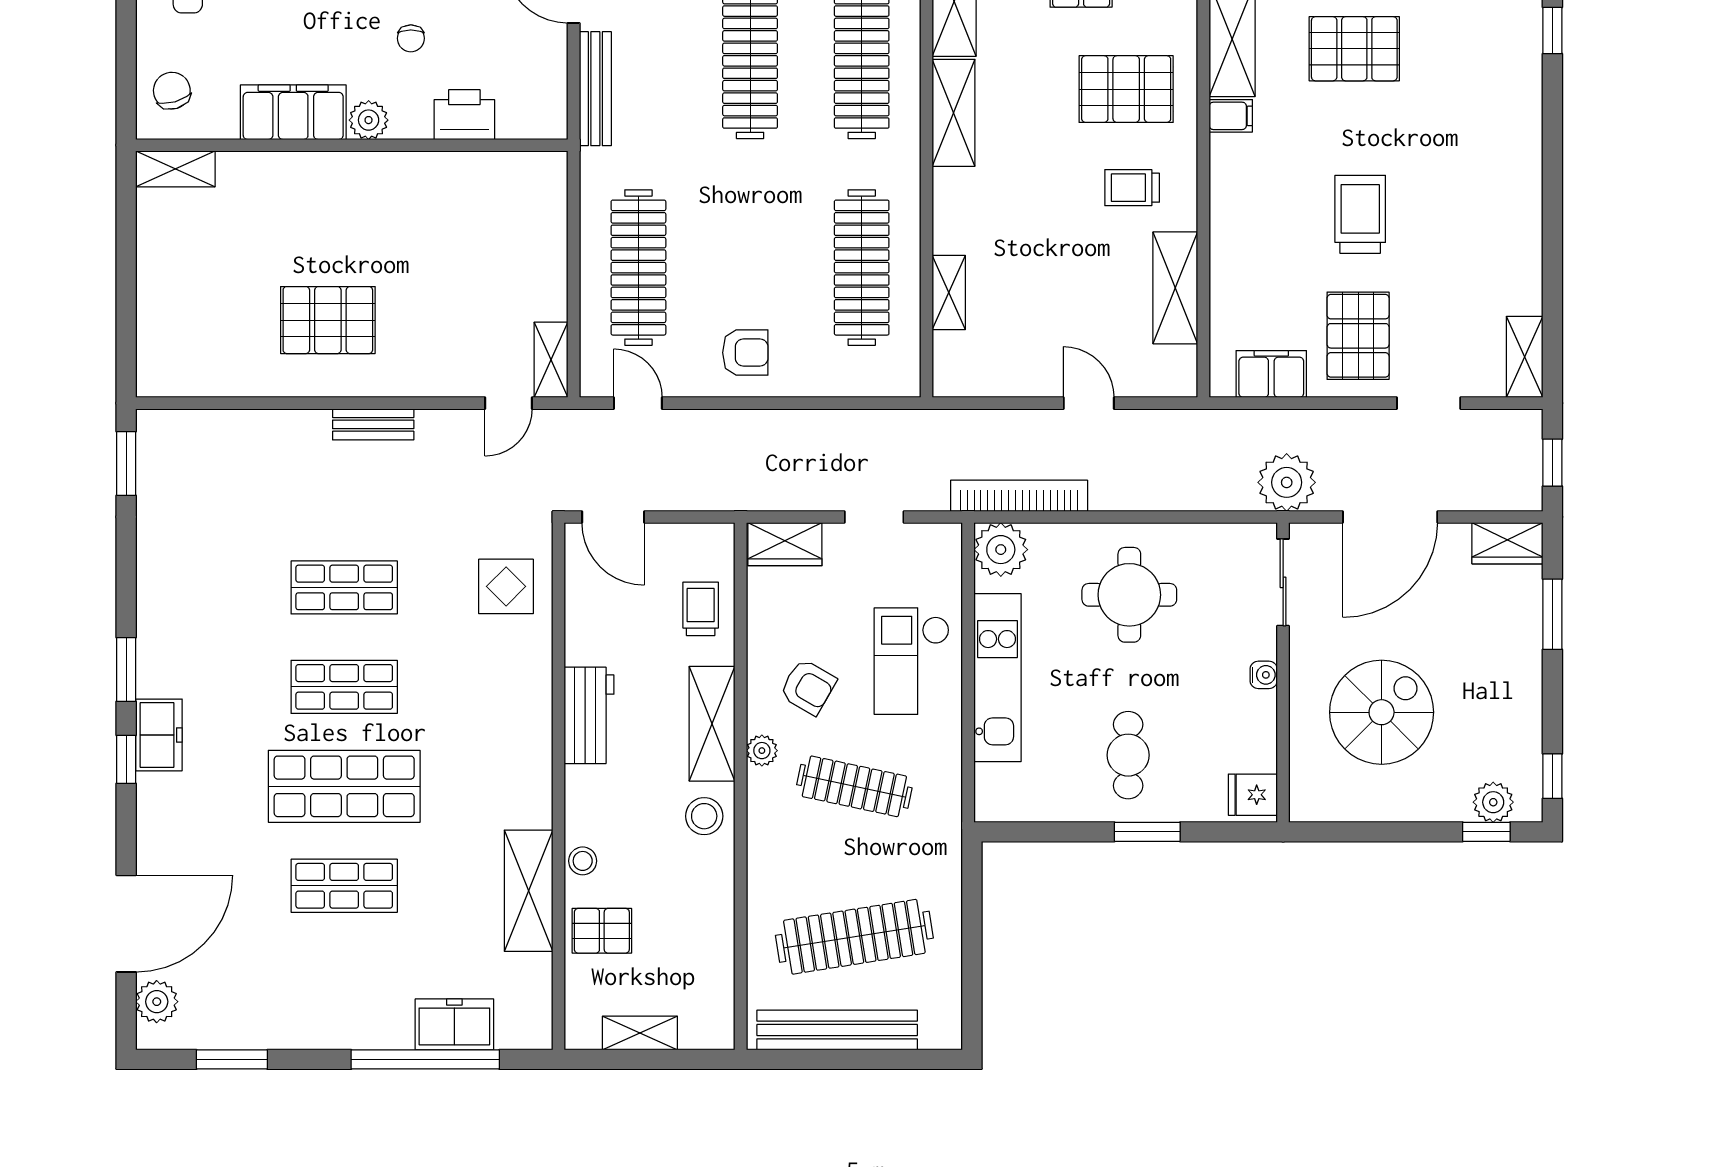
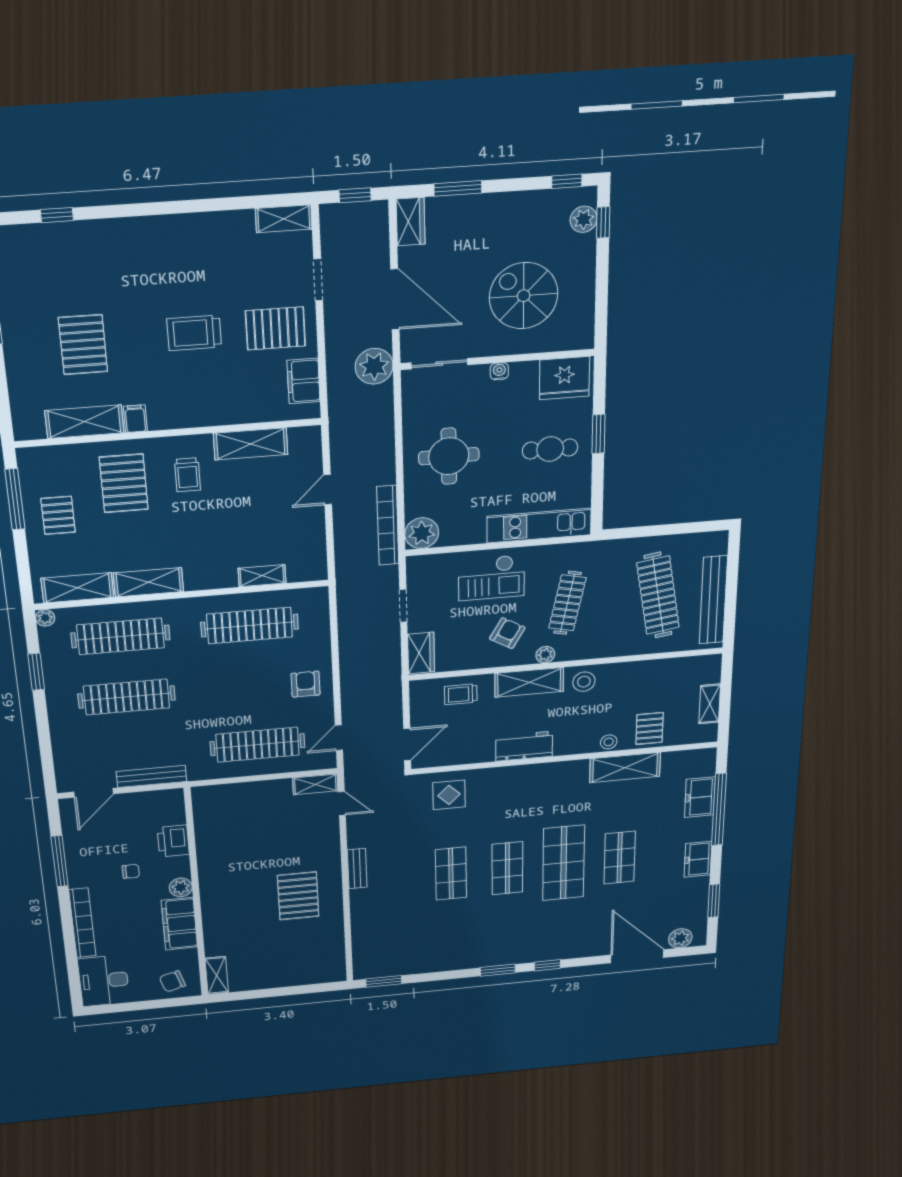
kitchen unit: (998, 678) -> (539, 526), moved
freezer: (159, 735) -> (698, 859), moved, turned -90
fridge: (1253, 795) -> (564, 378), width x1.88, depth x1.34

